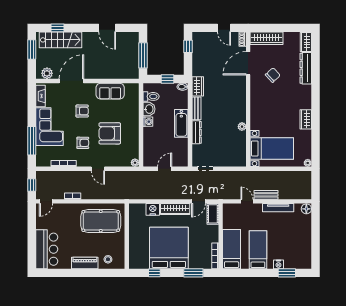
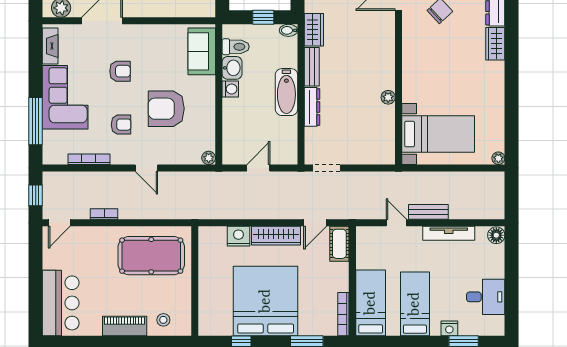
sofa: (110, 91) -> (202, 51), moved, turned 90
wardrobe: (306, 119) -> (495, 44), moved
desk: (300, 246) -> (486, 297), added

